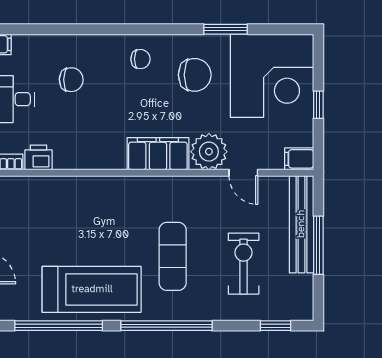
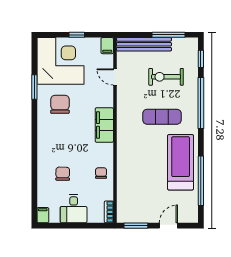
chair: (140, 59) -> (101, 173), moved
plant: (209, 152) -> (103, 96), removed
printer: (39, 157) -> (106, 192), removed
door: (243, 173) -> (115, 77), swing flipped
window: (318, 245) -> (168, 35), moved
window: (166, 326) -> (201, 103), moved

